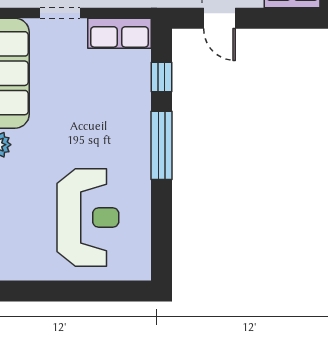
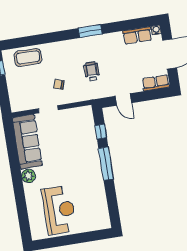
row of seats: (119, 33) -> (78, 114), removed
reception desk: (88, 218) -> (59, 210), moved

